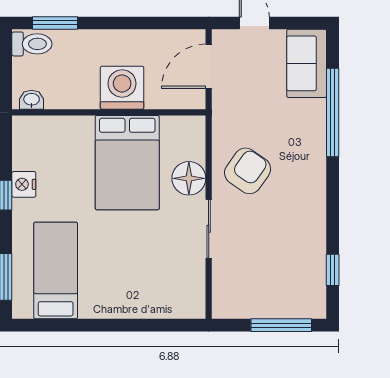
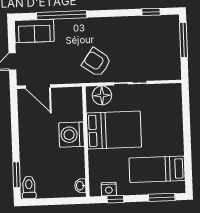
washing machine: (122, 88) -> (72, 135), moved
washbasin: (32, 100) -> (80, 186), moved
wall: (109, 112) -> (86, 142), moved
bed: (127, 163) -> (114, 130), moved

